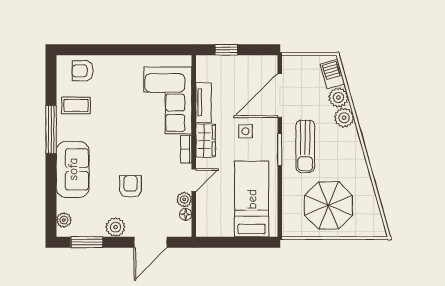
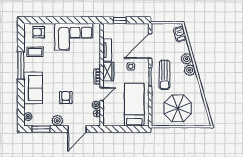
plant: (338, 98) -> (190, 70), moved
corner sofa: (168, 100) -> (74, 37), moved, turned -90

